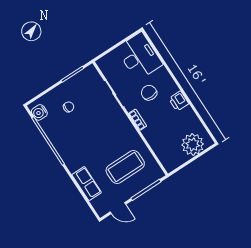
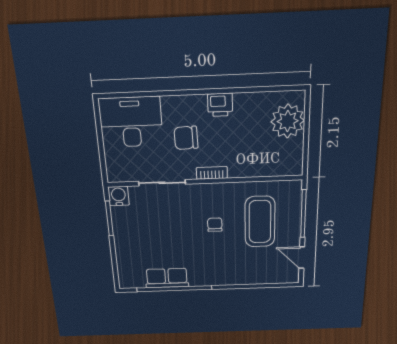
chair: (69, 107) -> (215, 225), moved
water cooler: (39, 112) -> (119, 196), moved, turned 180
row of seats: (87, 184) -> (167, 278), moved
door: (118, 208) -> (302, 258), swing flipped

